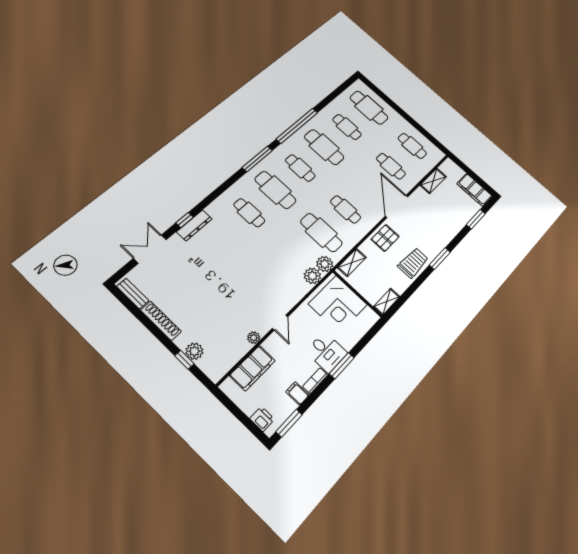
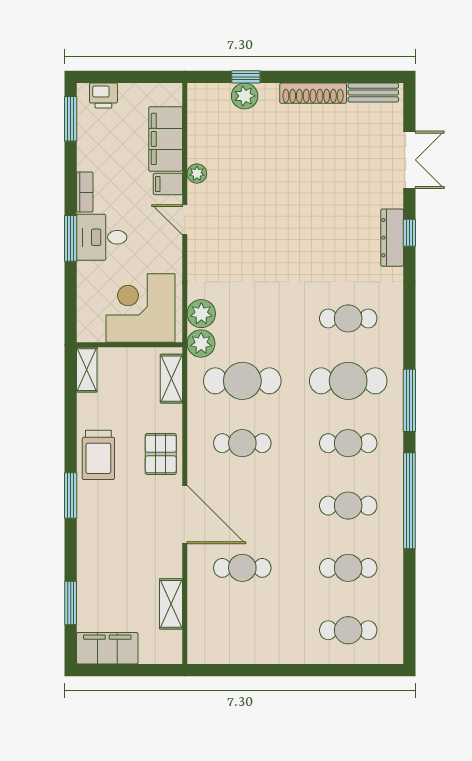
cafe table: (369, 108) -> (348, 630), width x0.73, depth x0.74
cafe table: (412, 146) -> (242, 630), removed
cafe table: (324, 147) -> (348, 506), width x0.73, depth x0.74
filing cabinet: (297, 393) -> (168, 184), moved, turned 180

